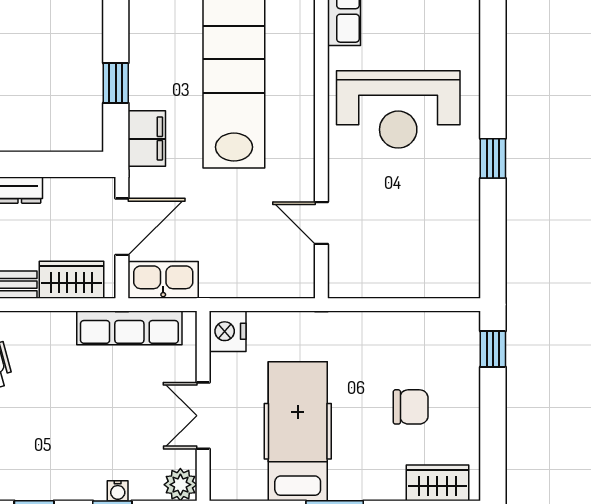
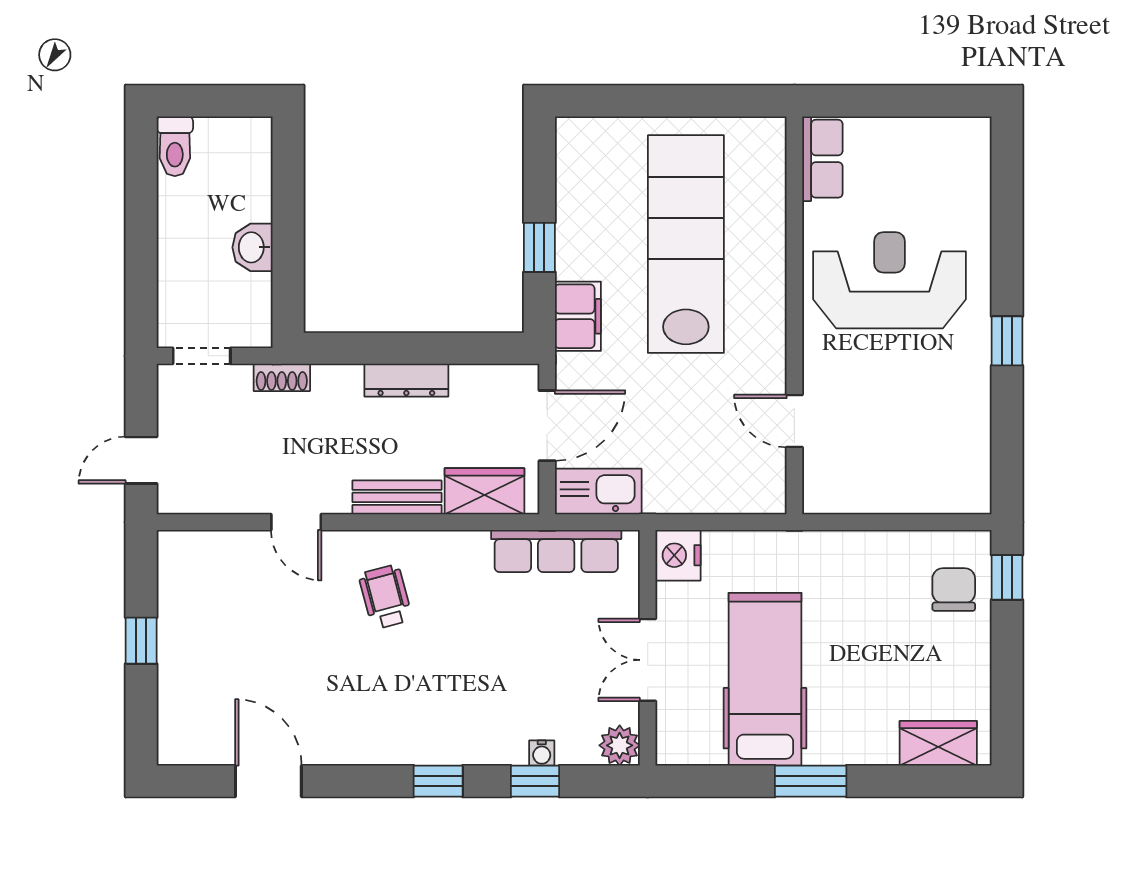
reception desk: (398, 109) -> (889, 280), turned 180
chair: (411, 407) -> (954, 590), moved, turned -90

